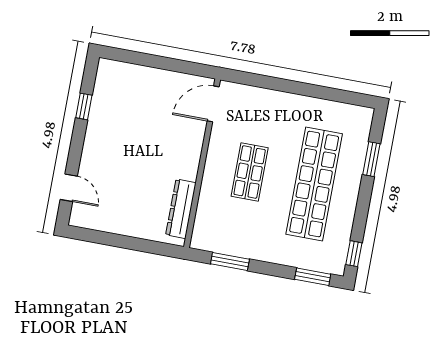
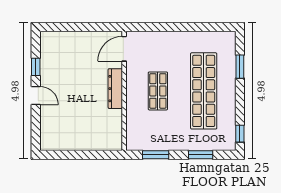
door: (69, 188) -> (36, 96), moved
dresser: (181, 209) -> (115, 89), moved
window: (313, 277) -> (201, 155), moved

